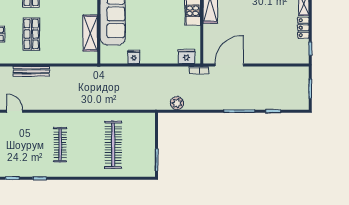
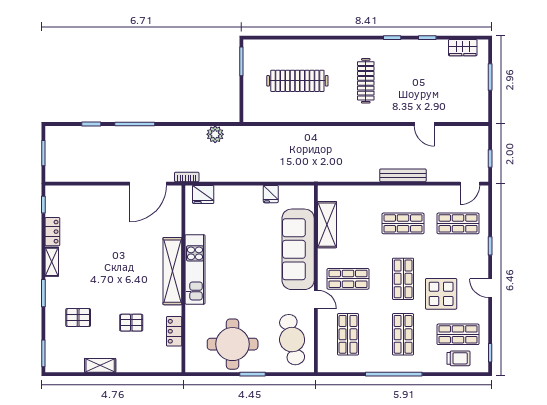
shop shelf: (31, 34) -> (403, 223), turned 90
clothes rail: (113, 145) -> (297, 81), turned 90

